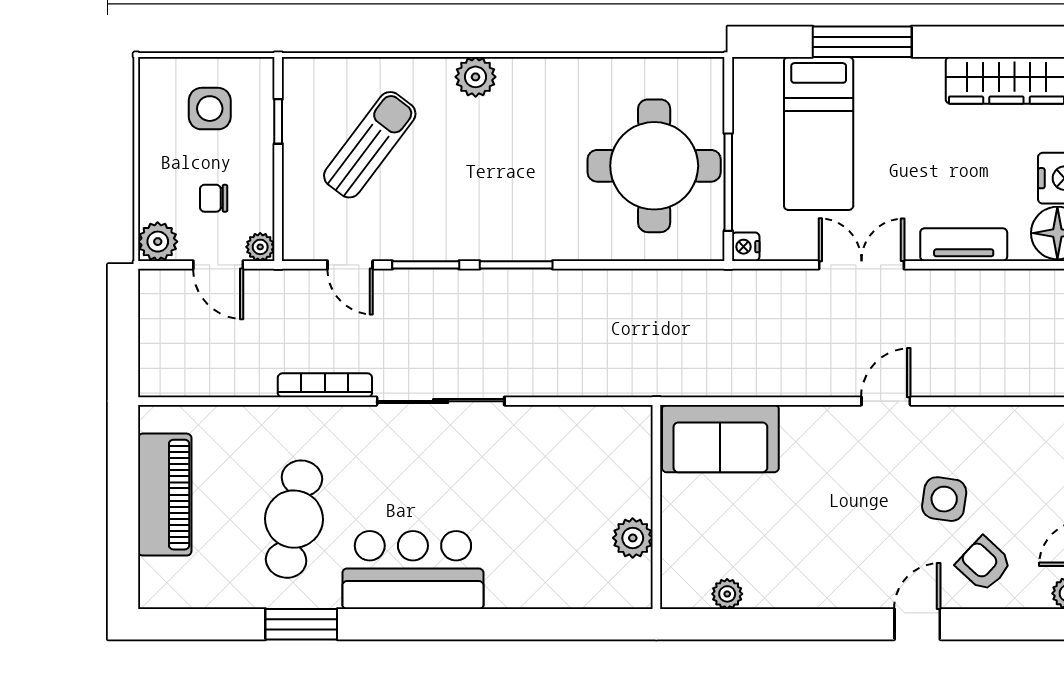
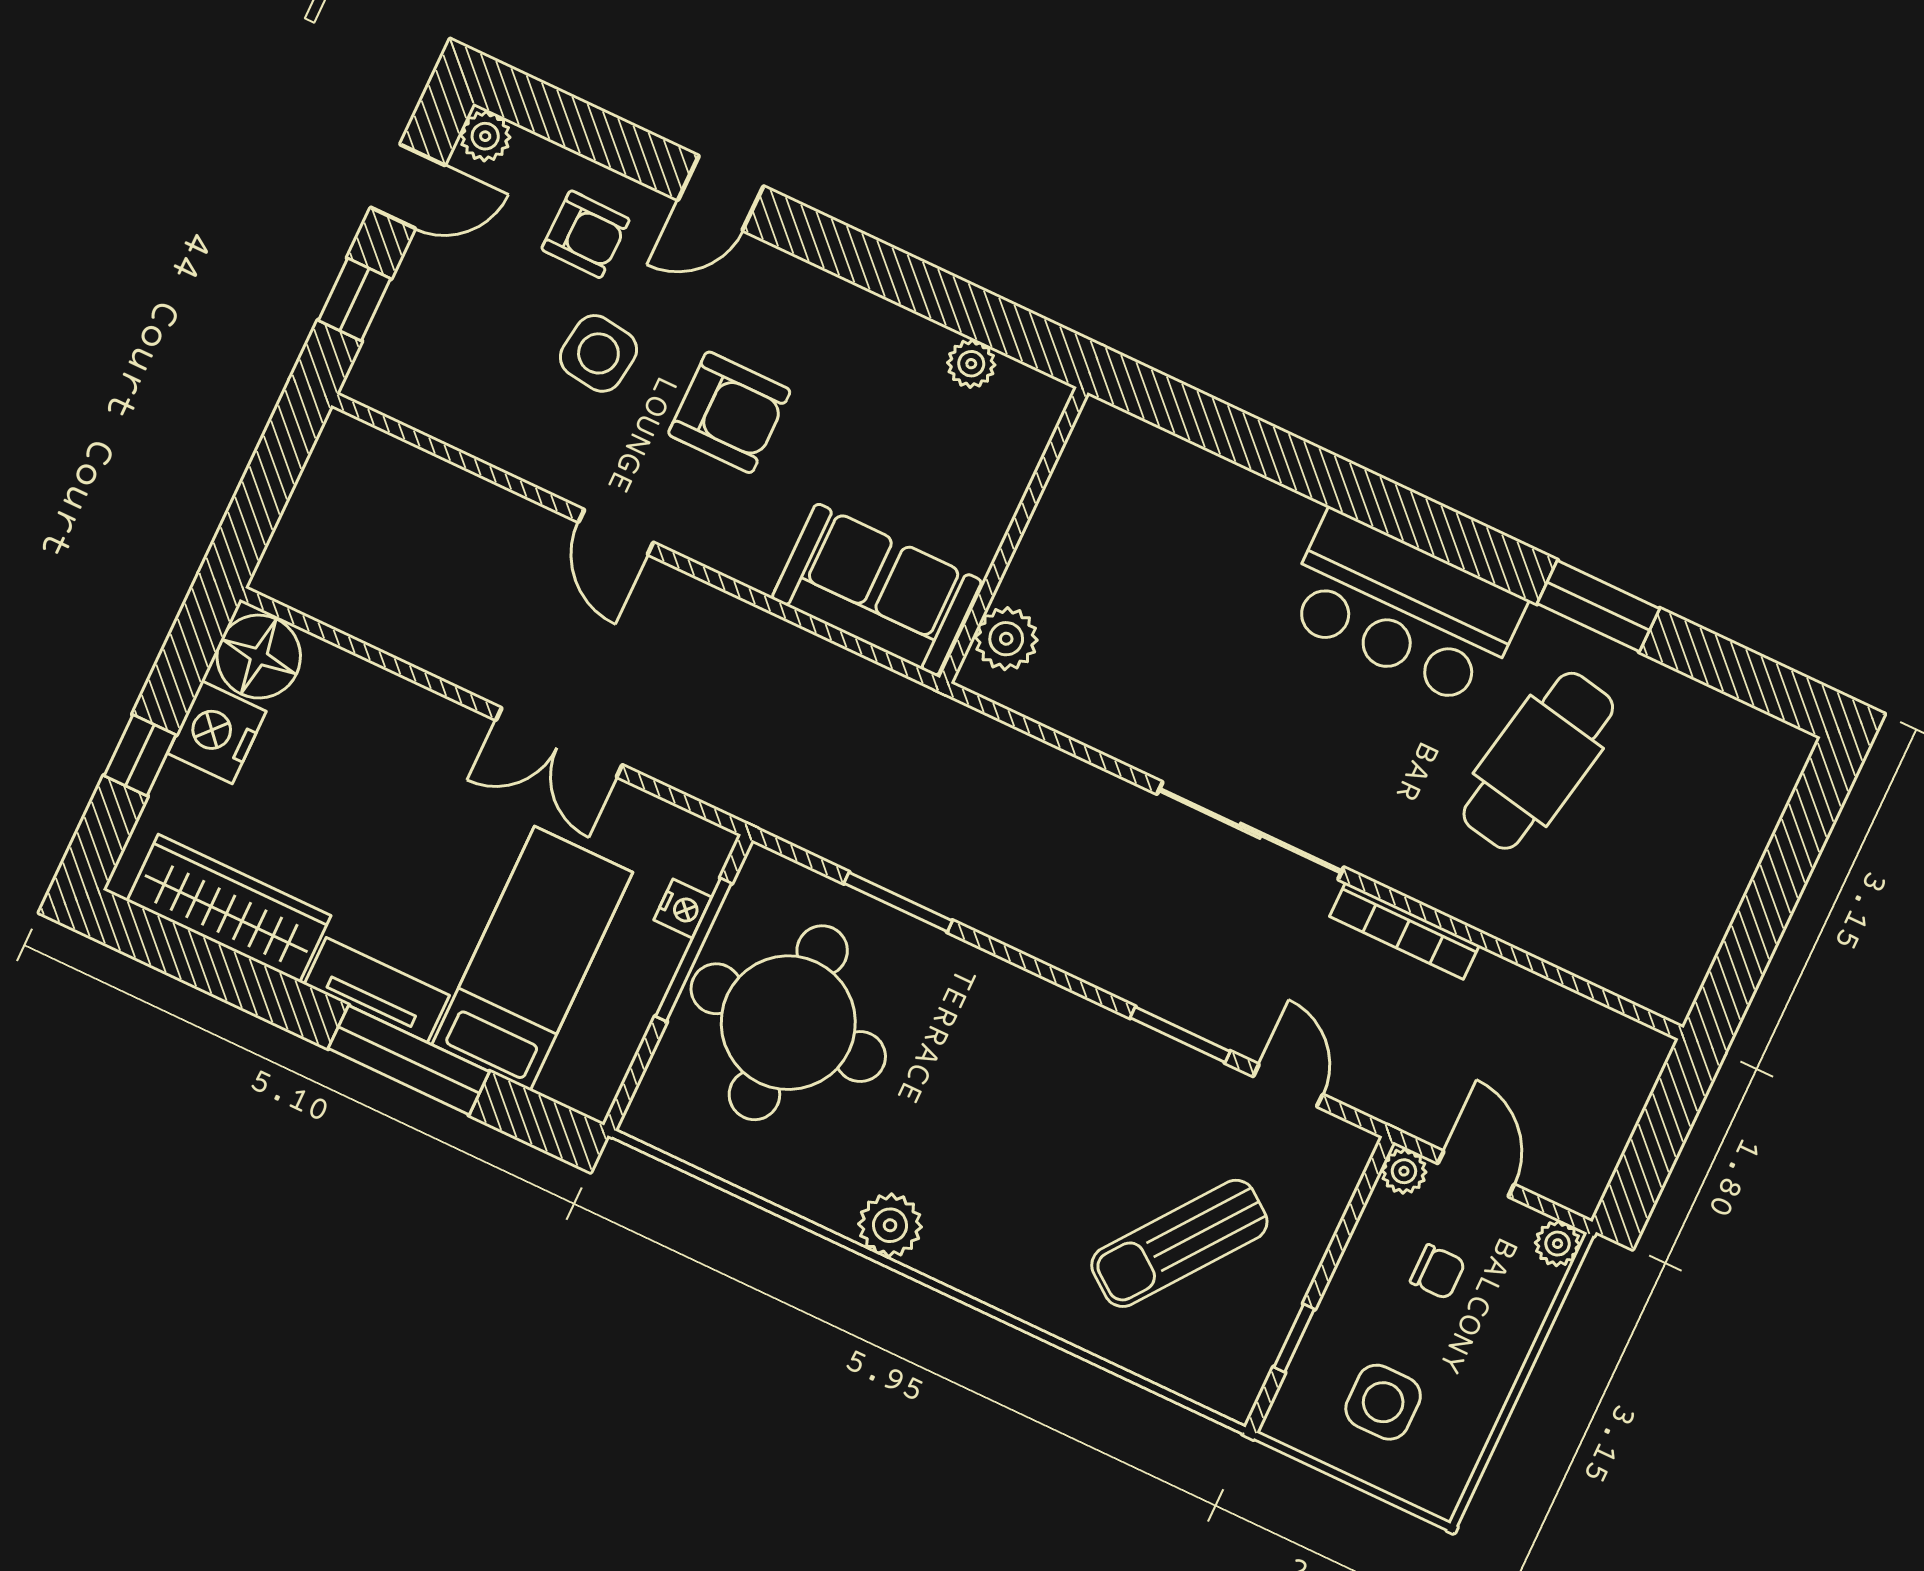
plant: (476, 77) -> (890, 1225), moved
plant: (158, 242) -> (1558, 1244), width x0.73, depth x0.73
tv unit: (964, 245) -> (377, 990), moved, turned 180
nightstand: (746, 247) -> (683, 909), moved
window: (516, 265) -> (898, 902), moved
door: (886, 401) -> (616, 532), hinge flipped
piano: (165, 495) -> (1706, 882), removed
armchair: (853, 501) -> (729, 412), added
plant: (633, 538) -> (1006, 639), moved
armchair: (984, 564) -> (585, 234), turned -42

